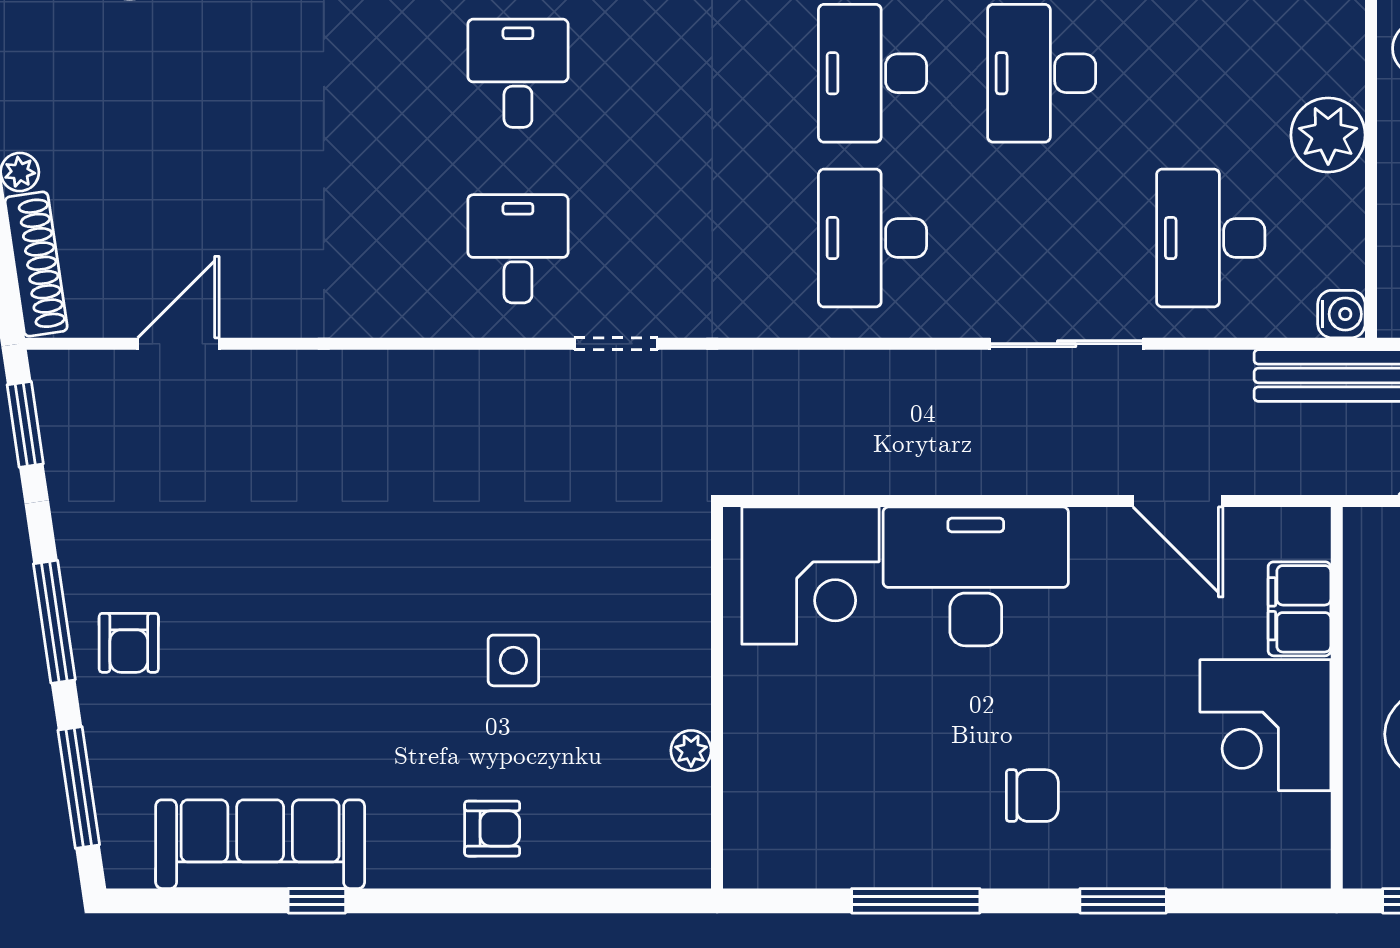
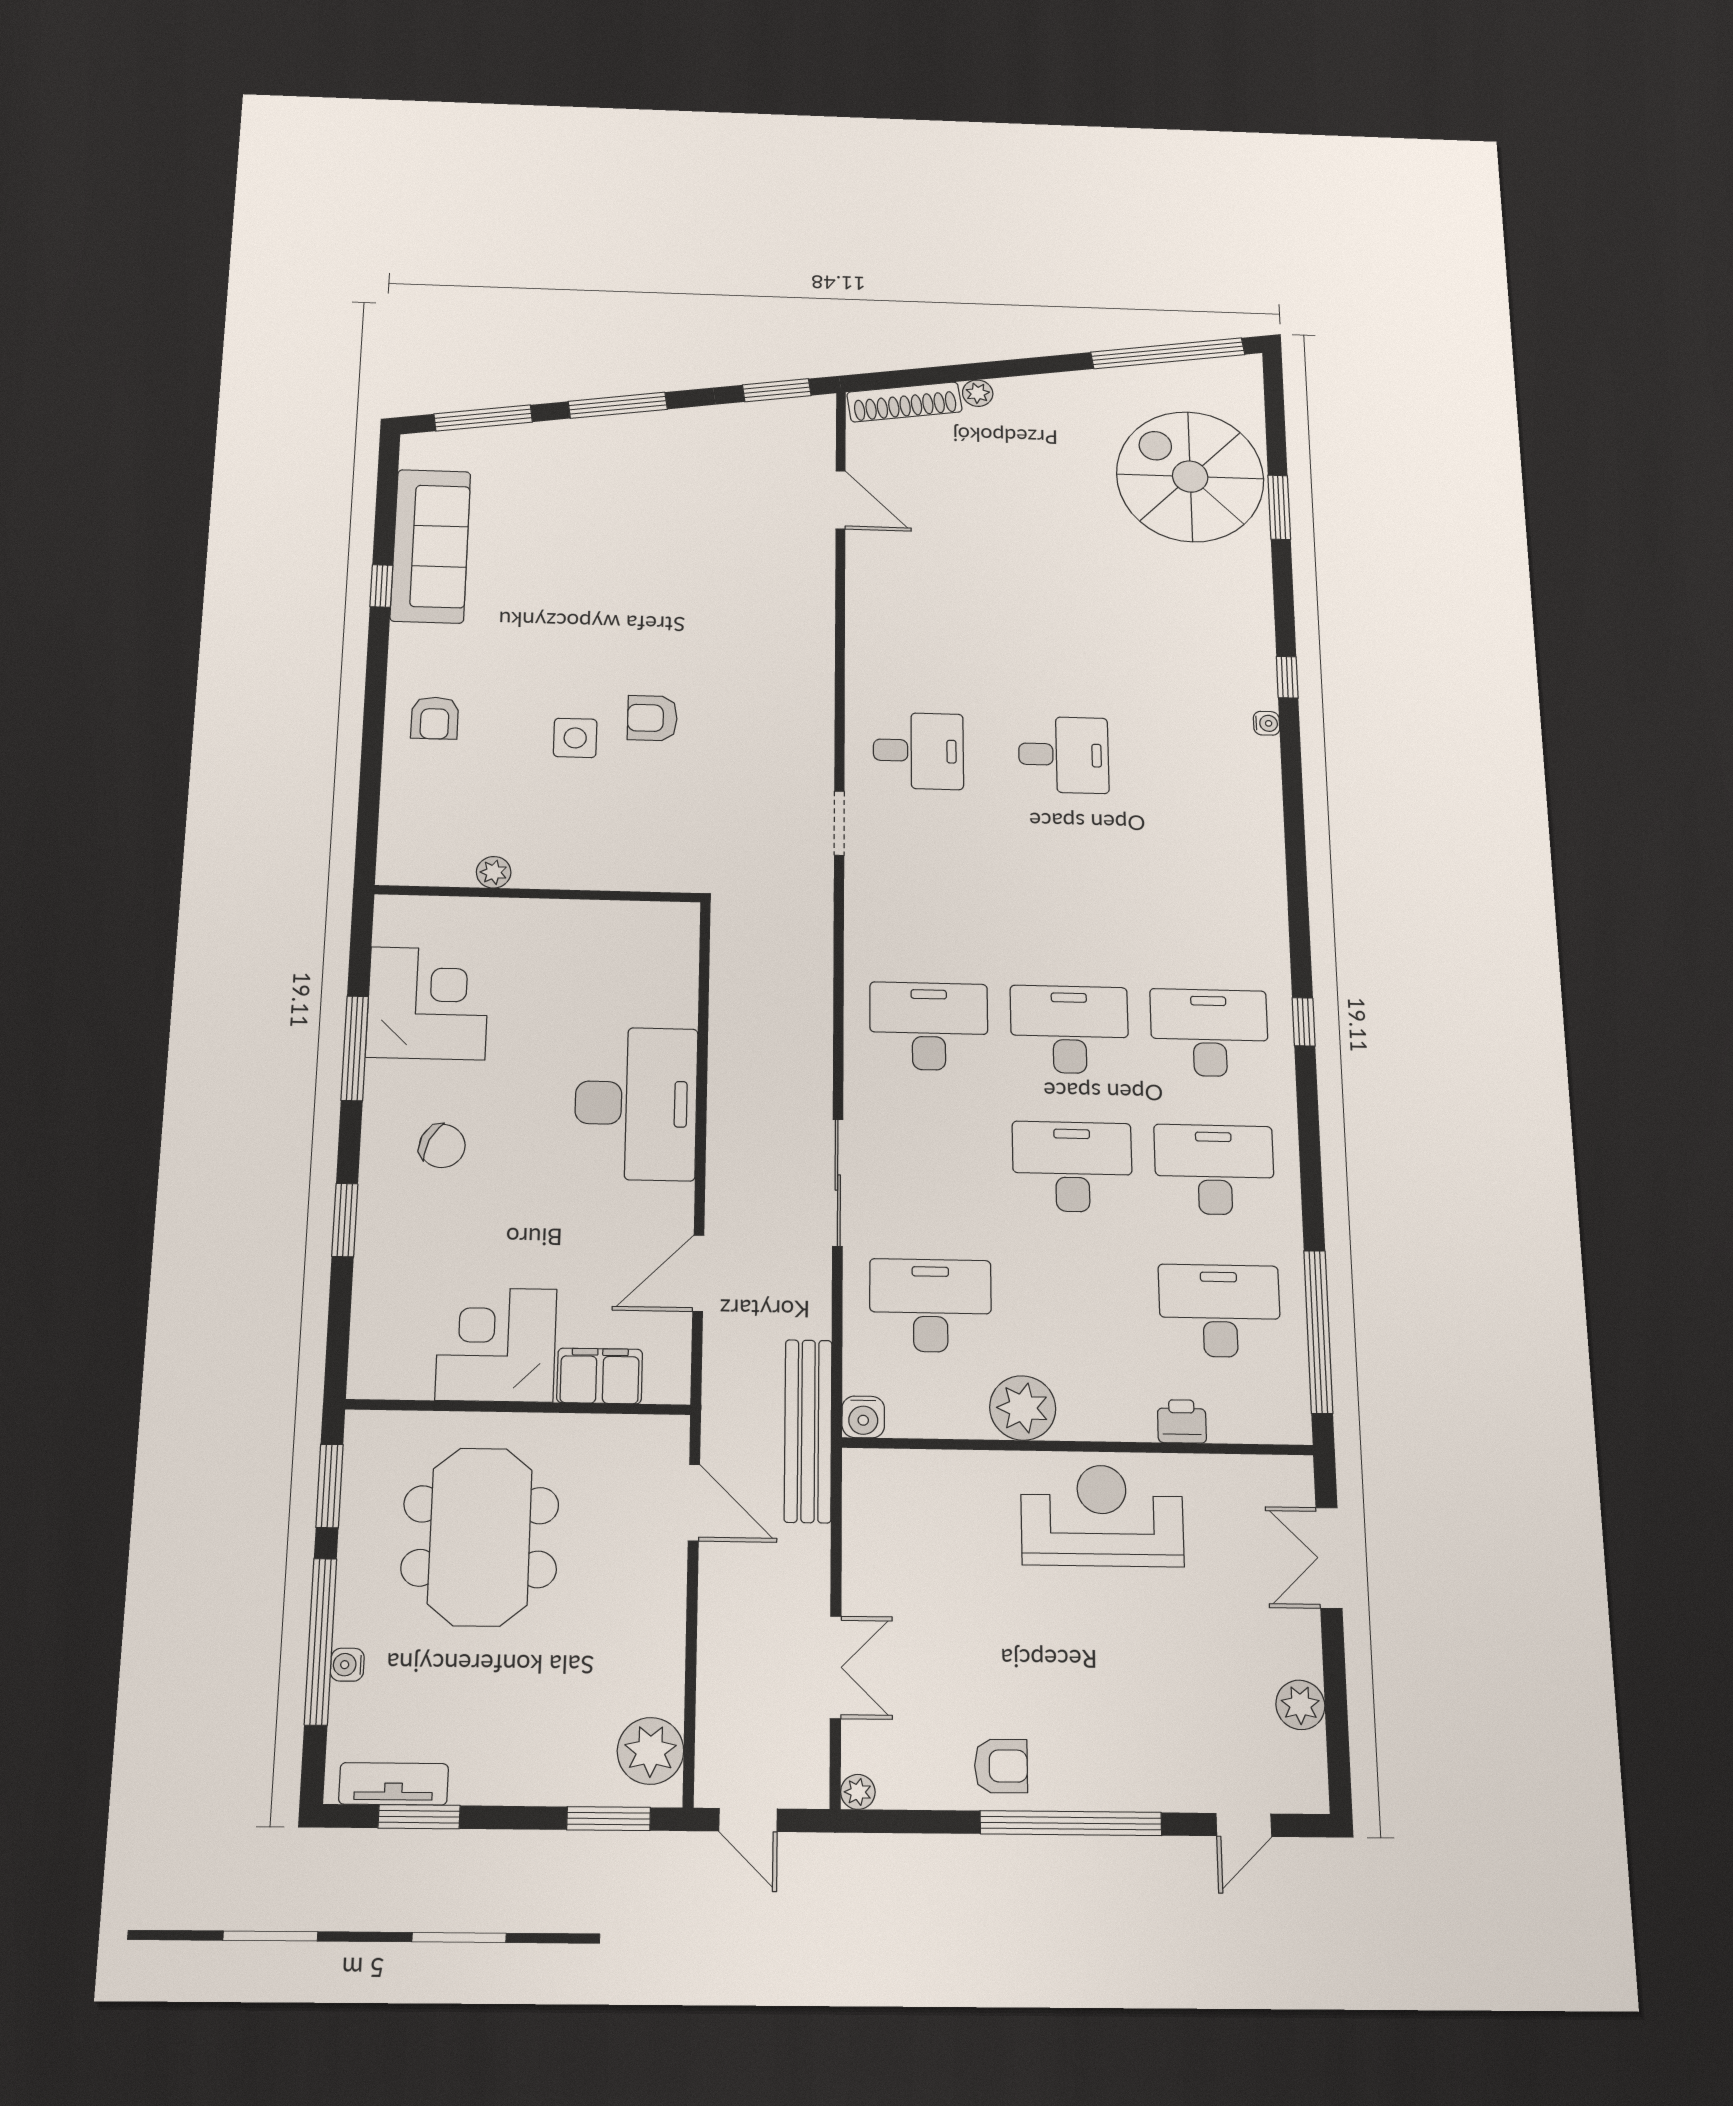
corner desk: (810, 576) -> (428, 1003), moved, turned 180
armchair: (129, 643) -> (652, 718), moved
chair: (1032, 796) -> (442, 1146), turned -65

